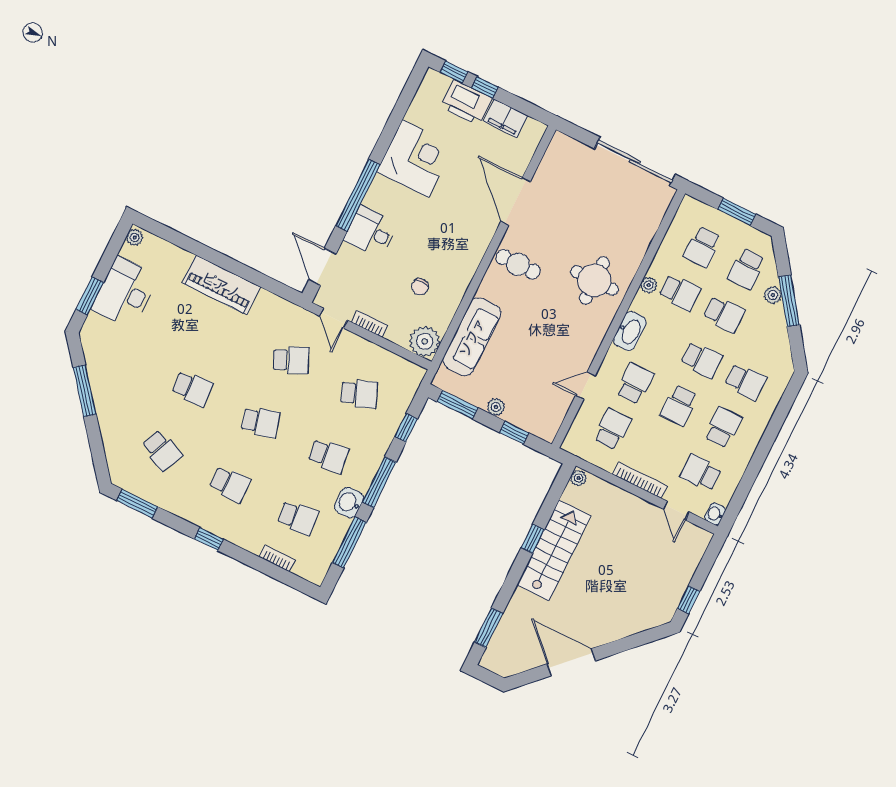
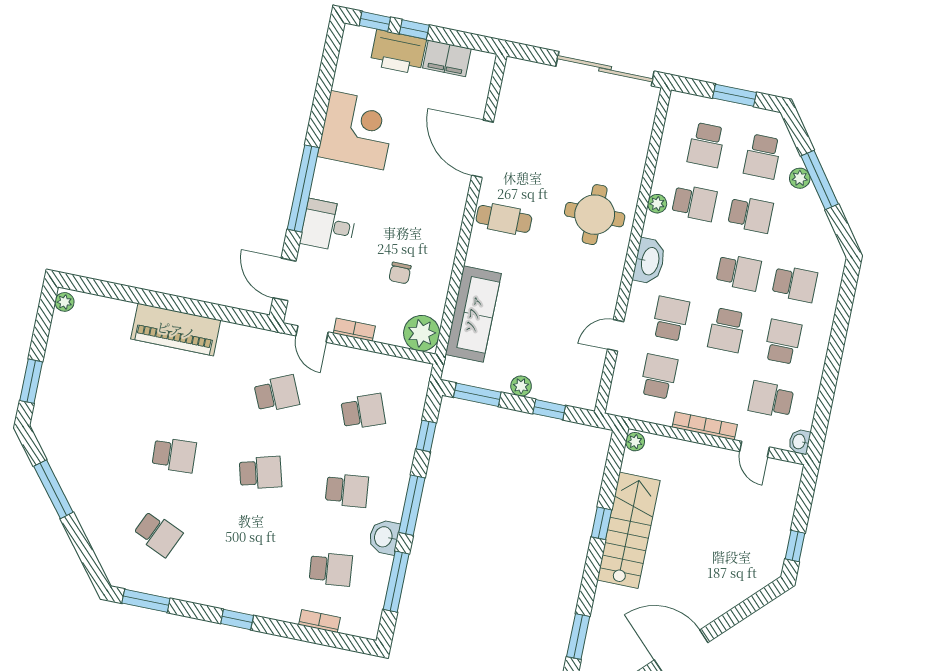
desk: (125, 293) -> (70, 367), removed
school desk: (230, 484) -> (244, 552), removed

